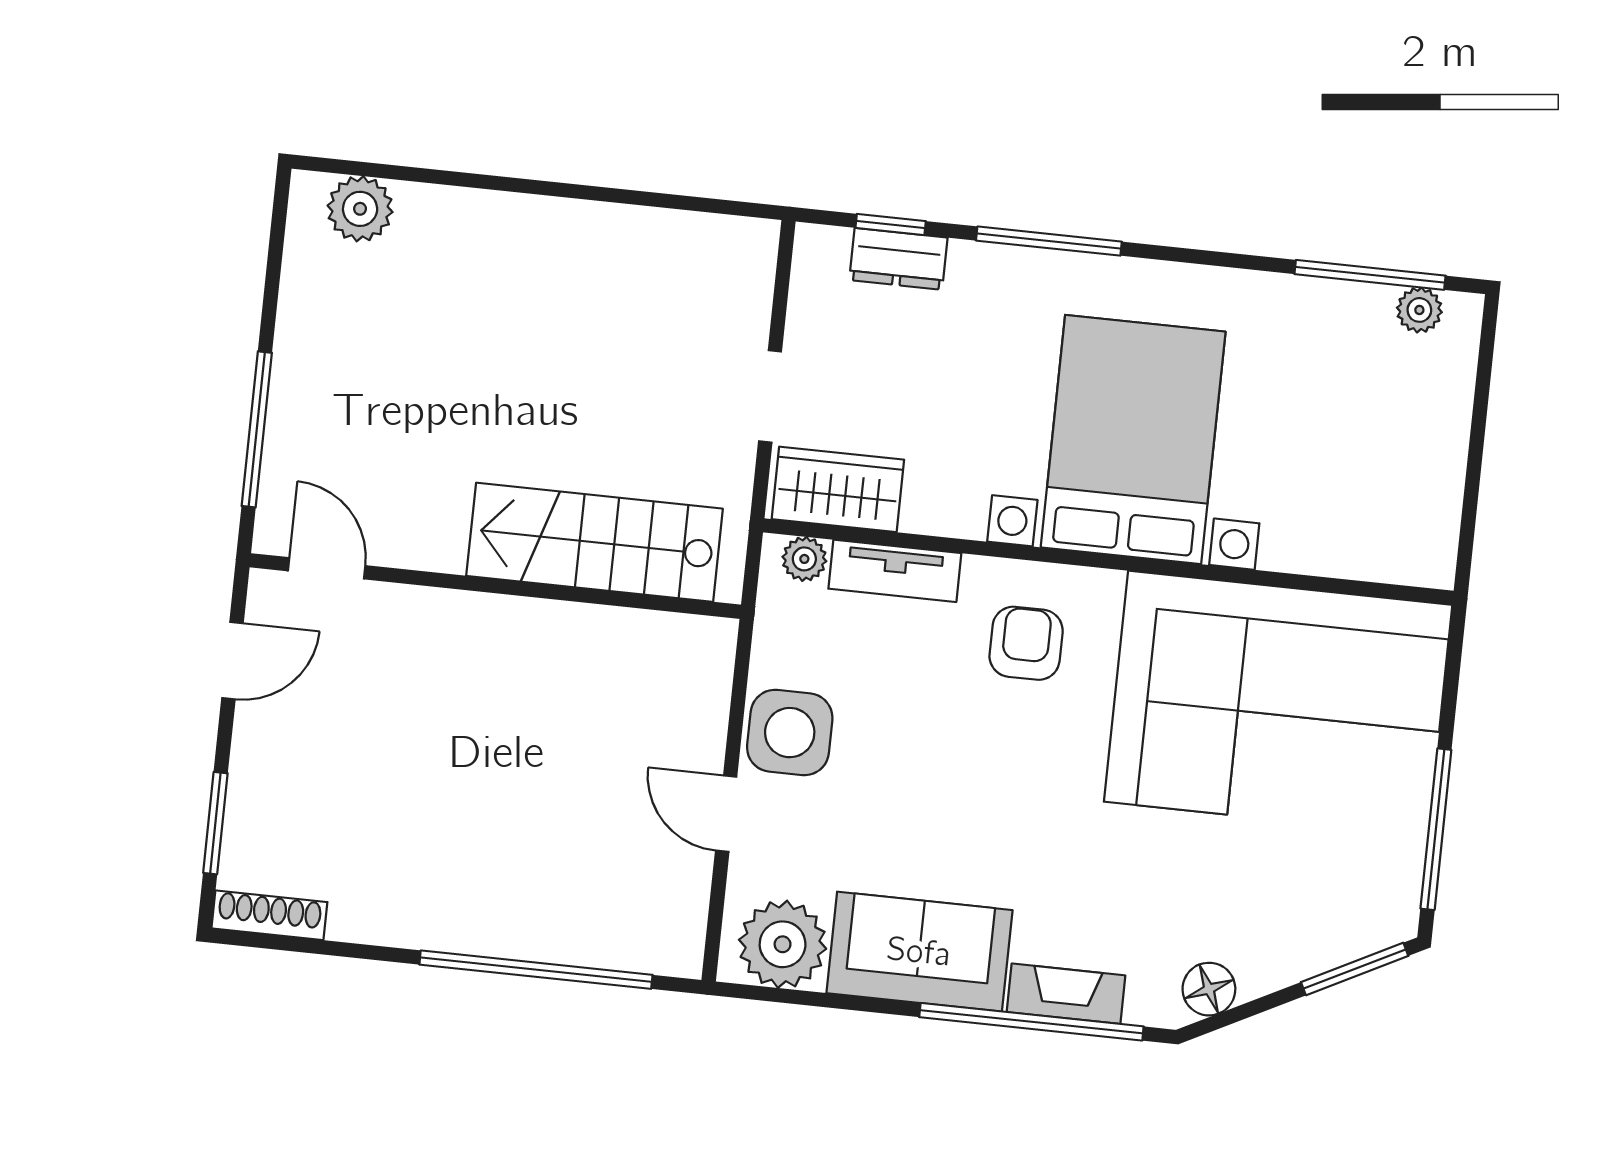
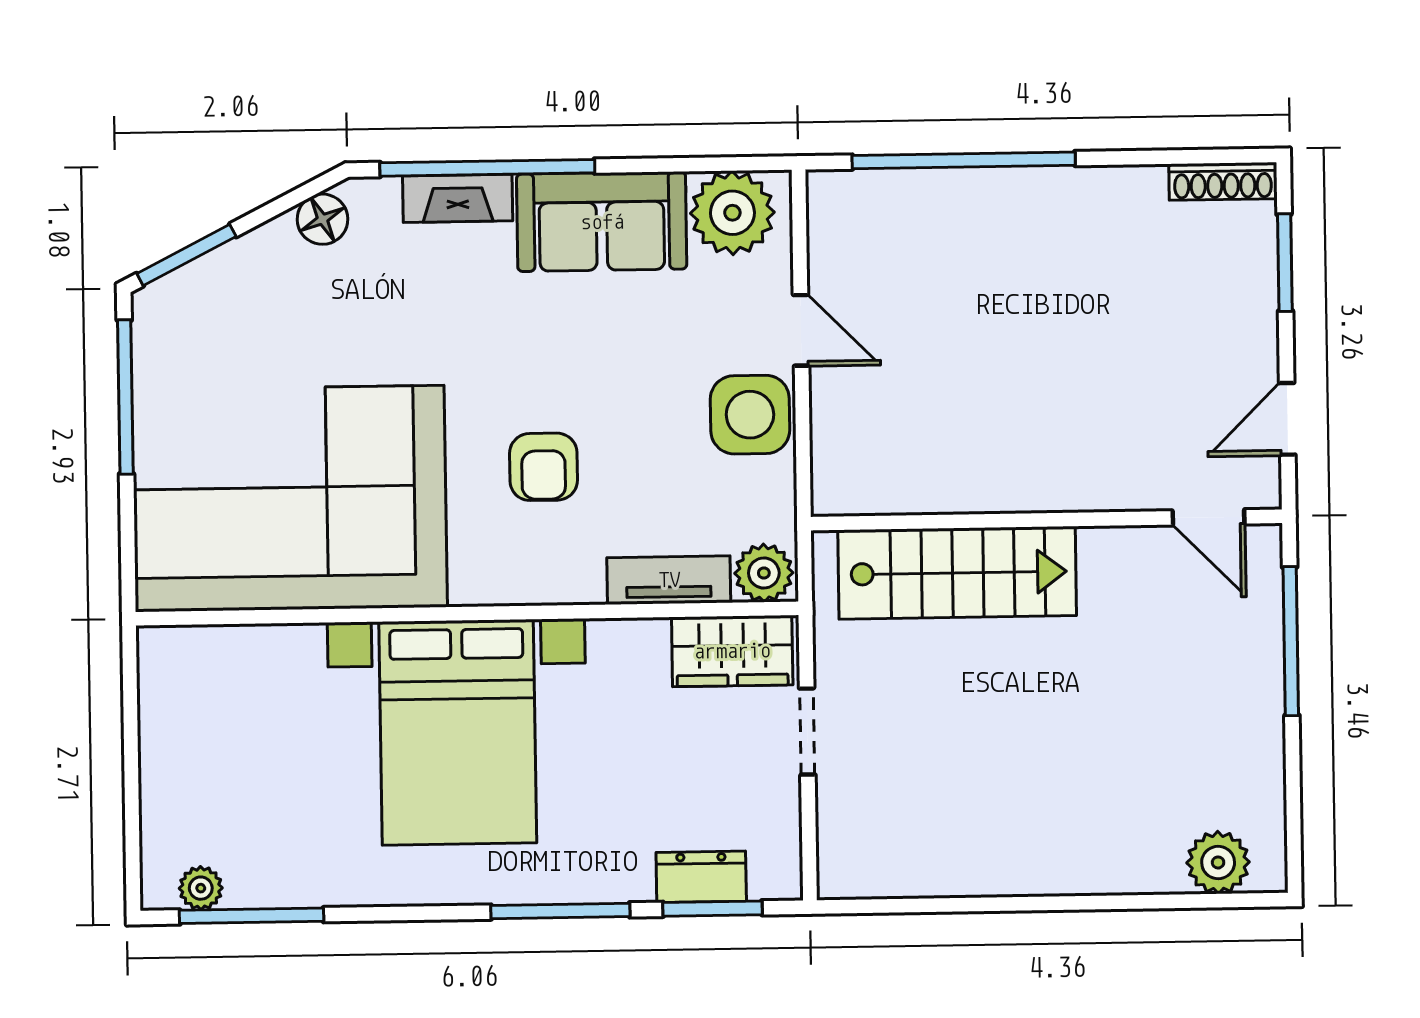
window: (891, 224) -> (713, 909), width x1.50
plant: (804, 559) -> (764, 573), width x1.38, depth x1.38
armchair: (1026, 643) -> (544, 467), moved

